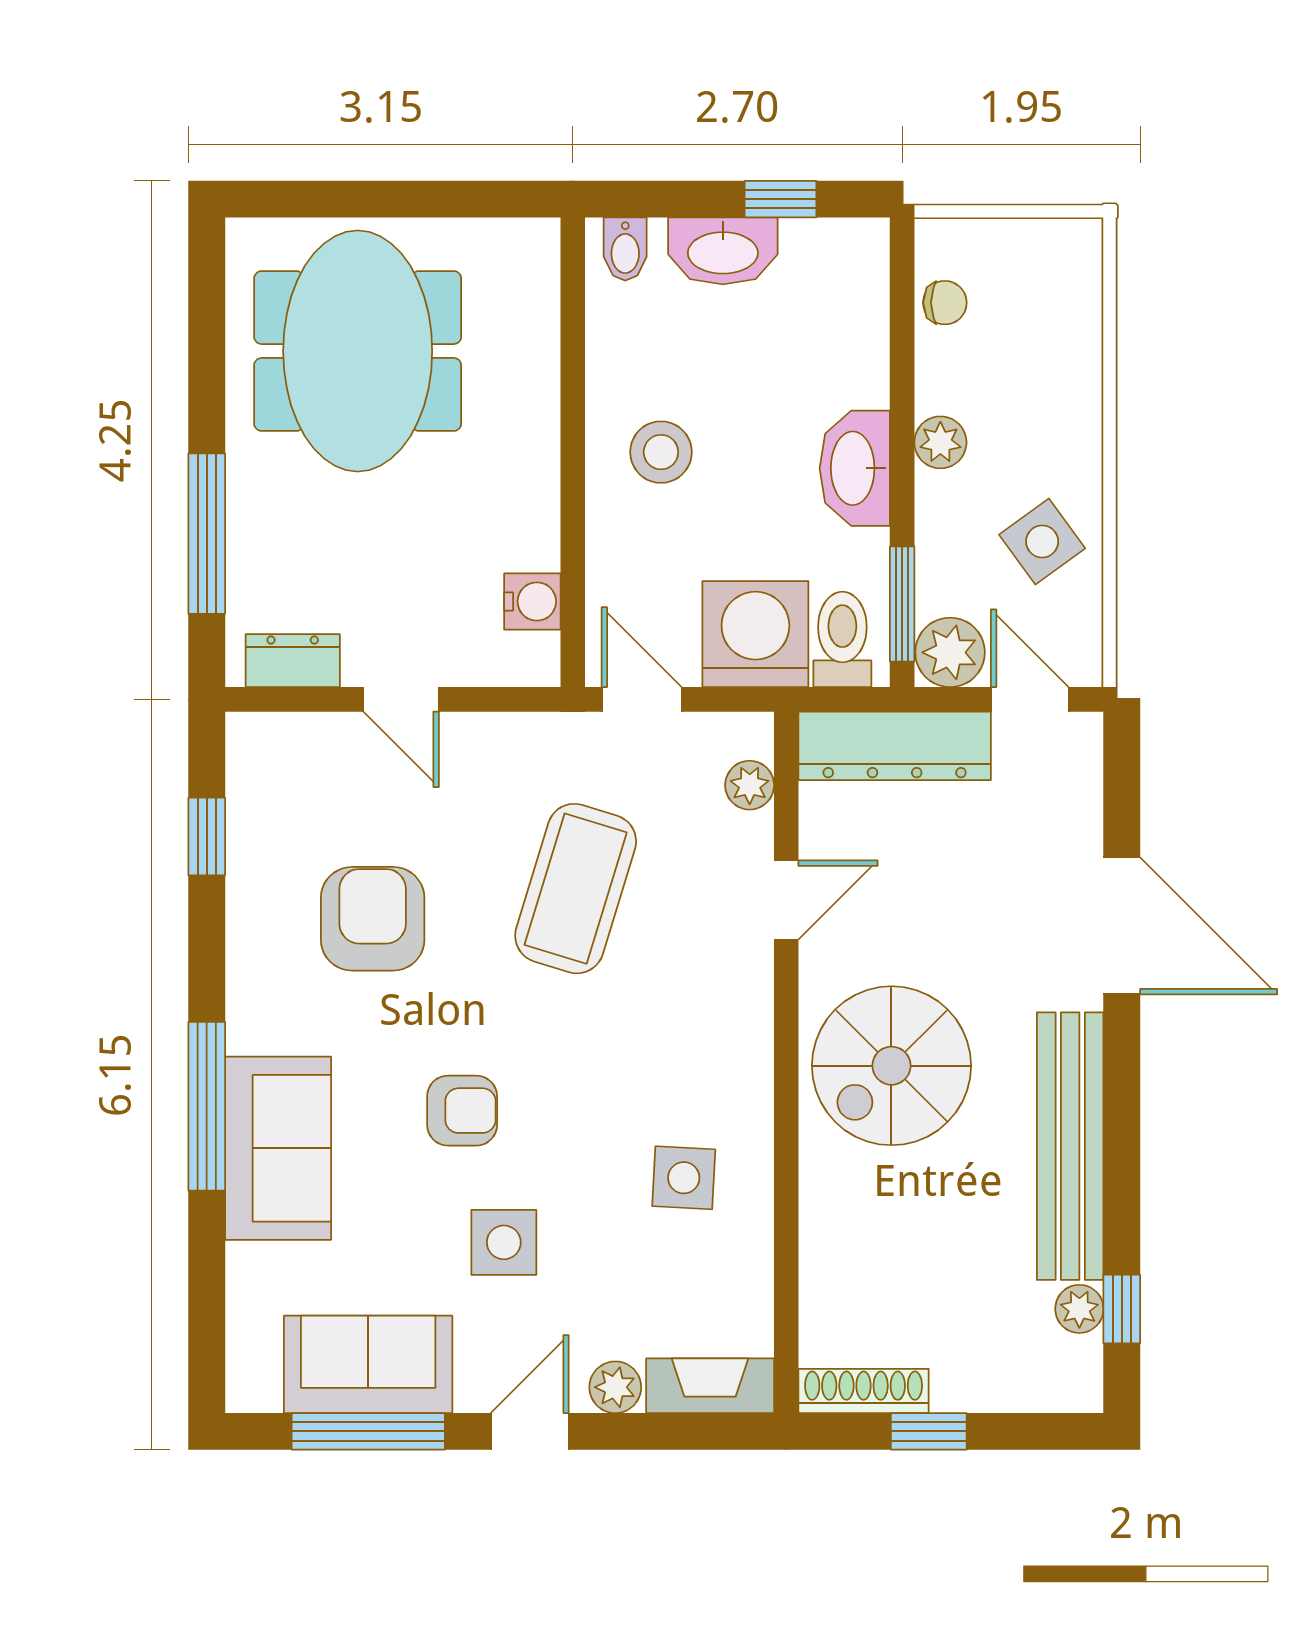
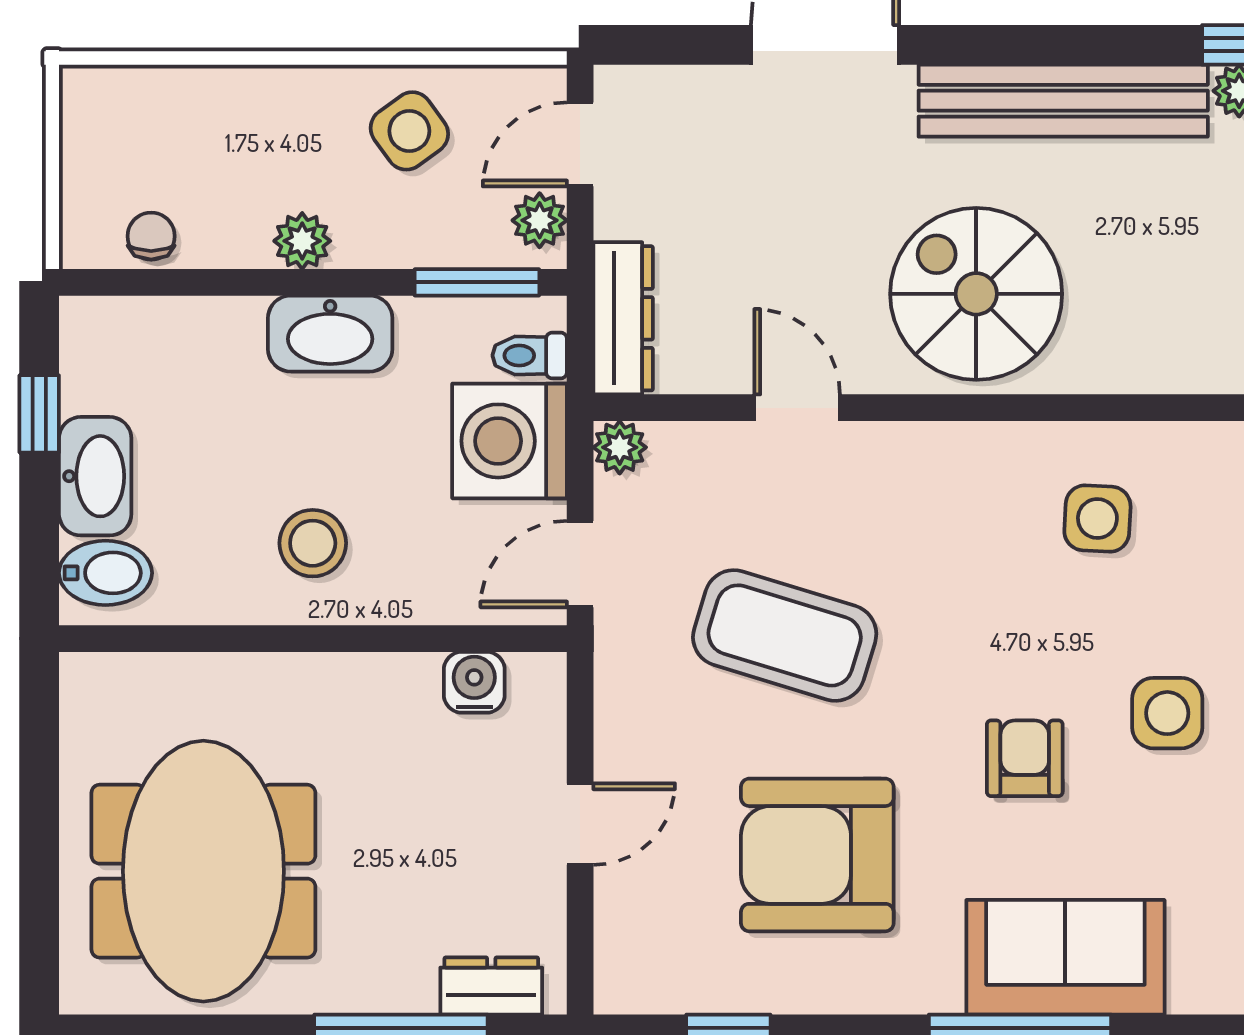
bidet: (625, 249) -> (105, 573), width x1.38, depth x1.36
meeting table: (358, 351) -> (203, 871), turned 90
toilet: (842, 639) -> (530, 355), width x0.73, depth x0.72
plant: (950, 652) -> (540, 220), width x0.73, depth x0.73
dresser: (293, 661) -> (491, 986), moved, turned 90
dresser: (895, 746) -> (623, 318), width x0.73, depth x0.80
plant: (750, 785) -> (620, 447), moved
armchair: (373, 919) -> (817, 855), width x1.36, depth x1.36
spiral stairs: (891, 1066) -> (976, 294), turned 180

